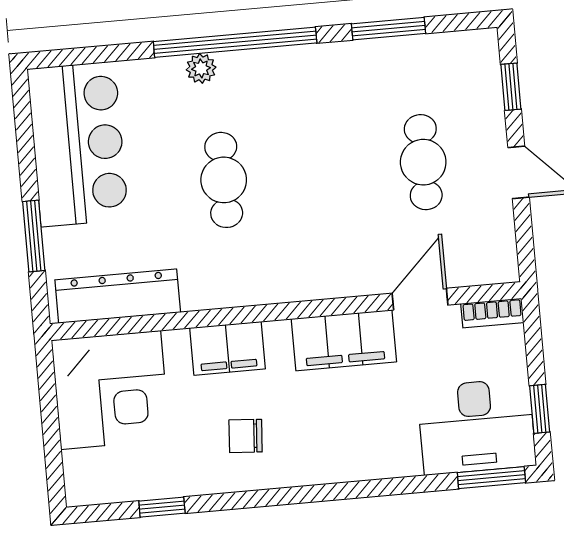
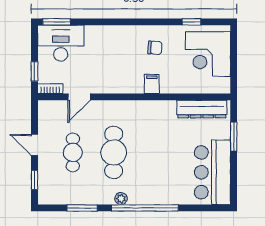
plant: (201, 68) -> (121, 199), moved
cafe table: (224, 180) -> (114, 152), moved, width x1.37, depth x1.35
filing cabinet: (344, 340) -> (112, 83), removed
filing cabinet: (227, 348) -> (152, 84), width x0.50
corner desk: (111, 390) -> (208, 54), moved, turned -90
window: (540, 409) -> (35, 71), moved

